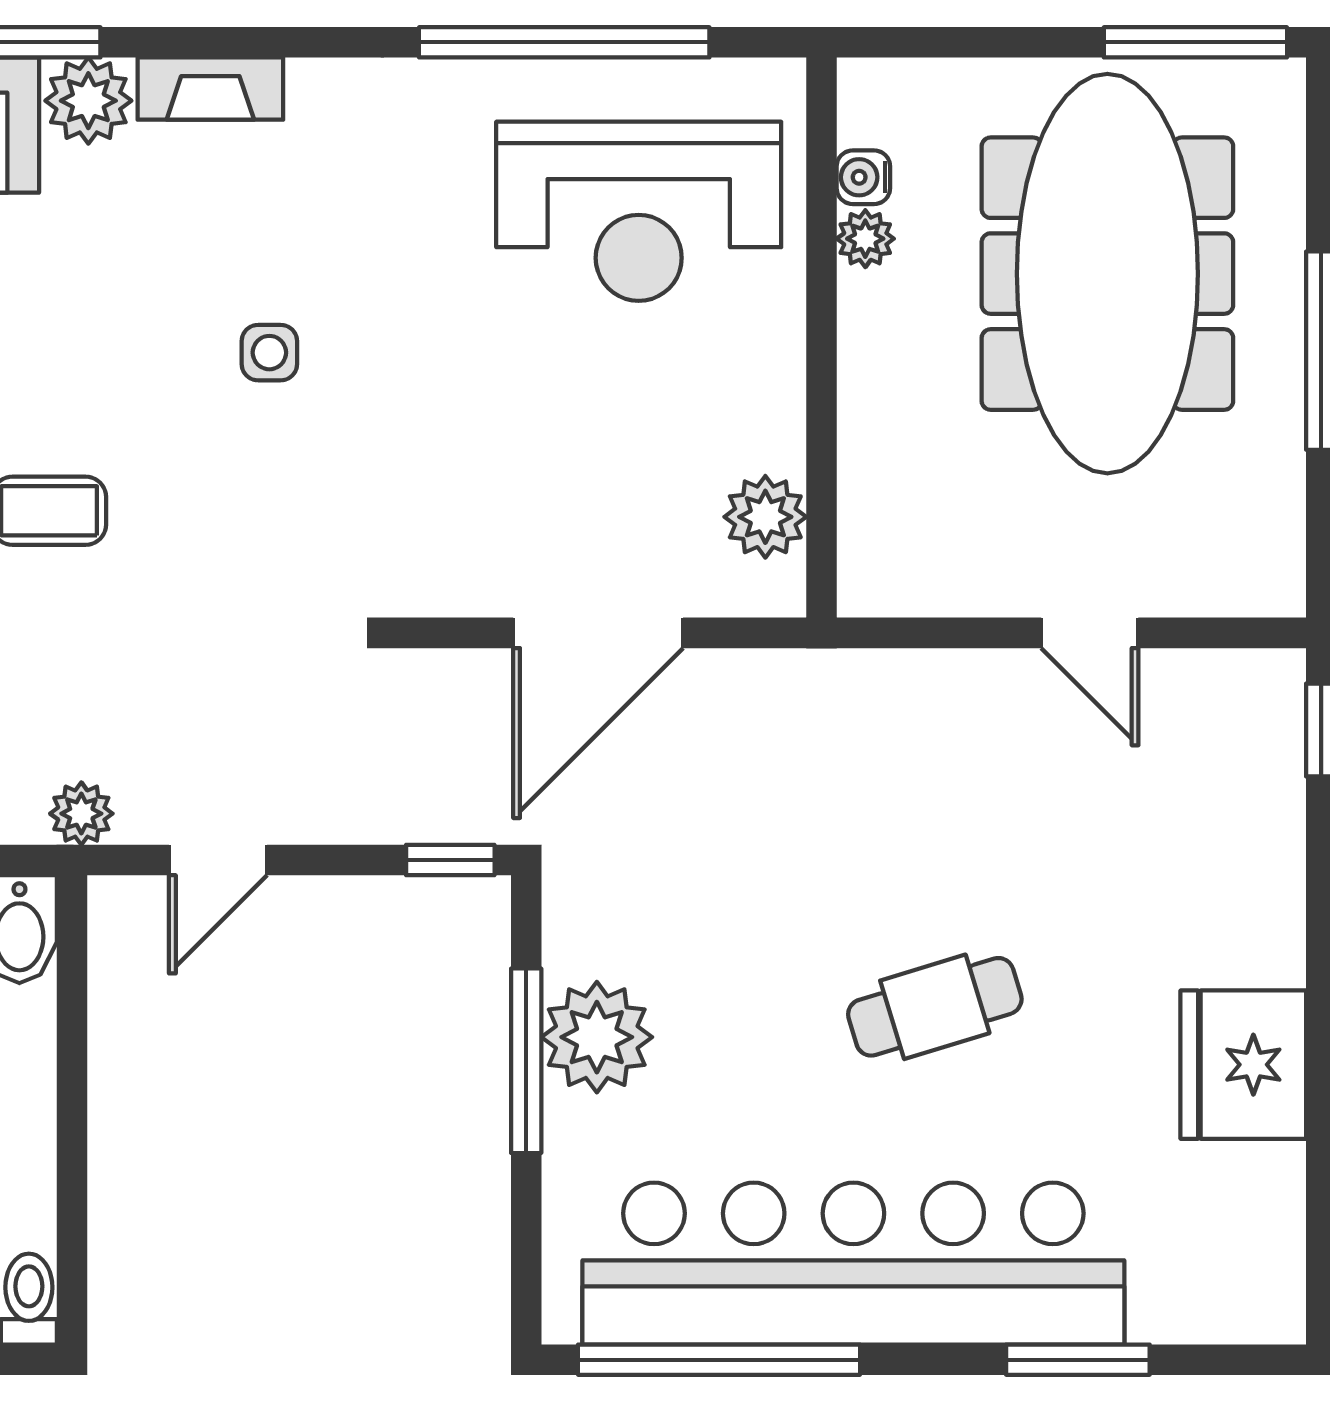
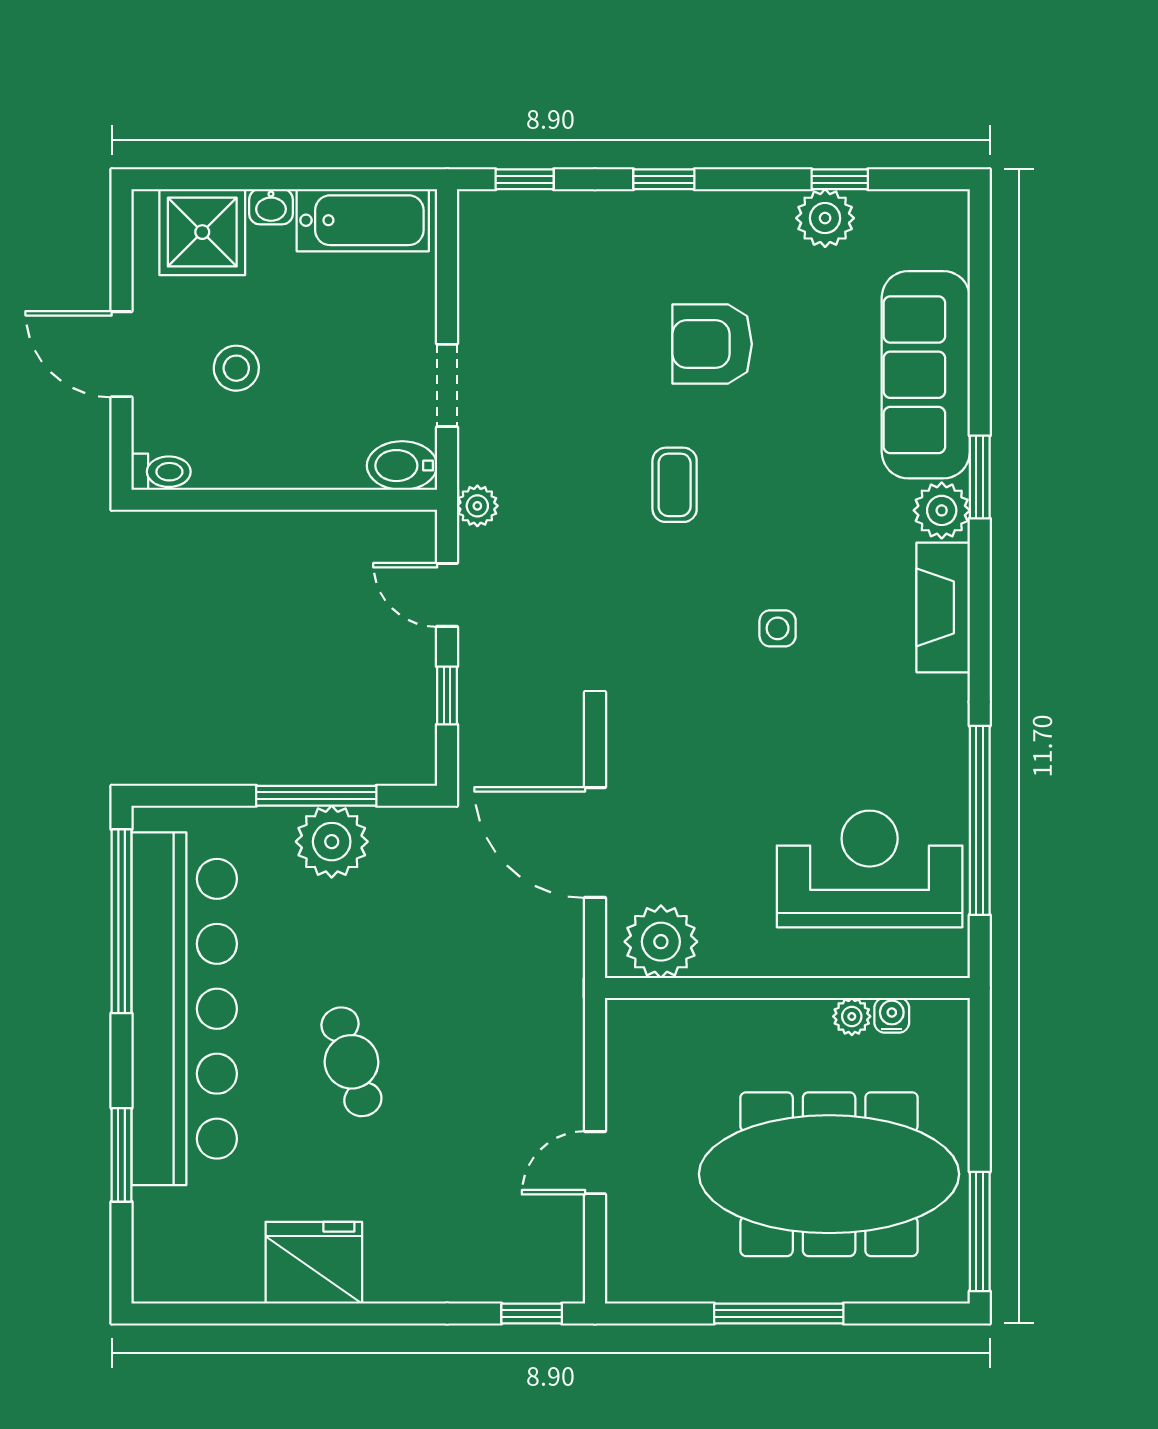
fireplace: (210, 89) -> (943, 607), width x1.37, depth x1.32
reception desk: (639, 211) -> (870, 869), turned 90
plant: (765, 517) -> (661, 942), width x1.36, depth x1.36
window: (450, 860) -> (447, 696), moved

